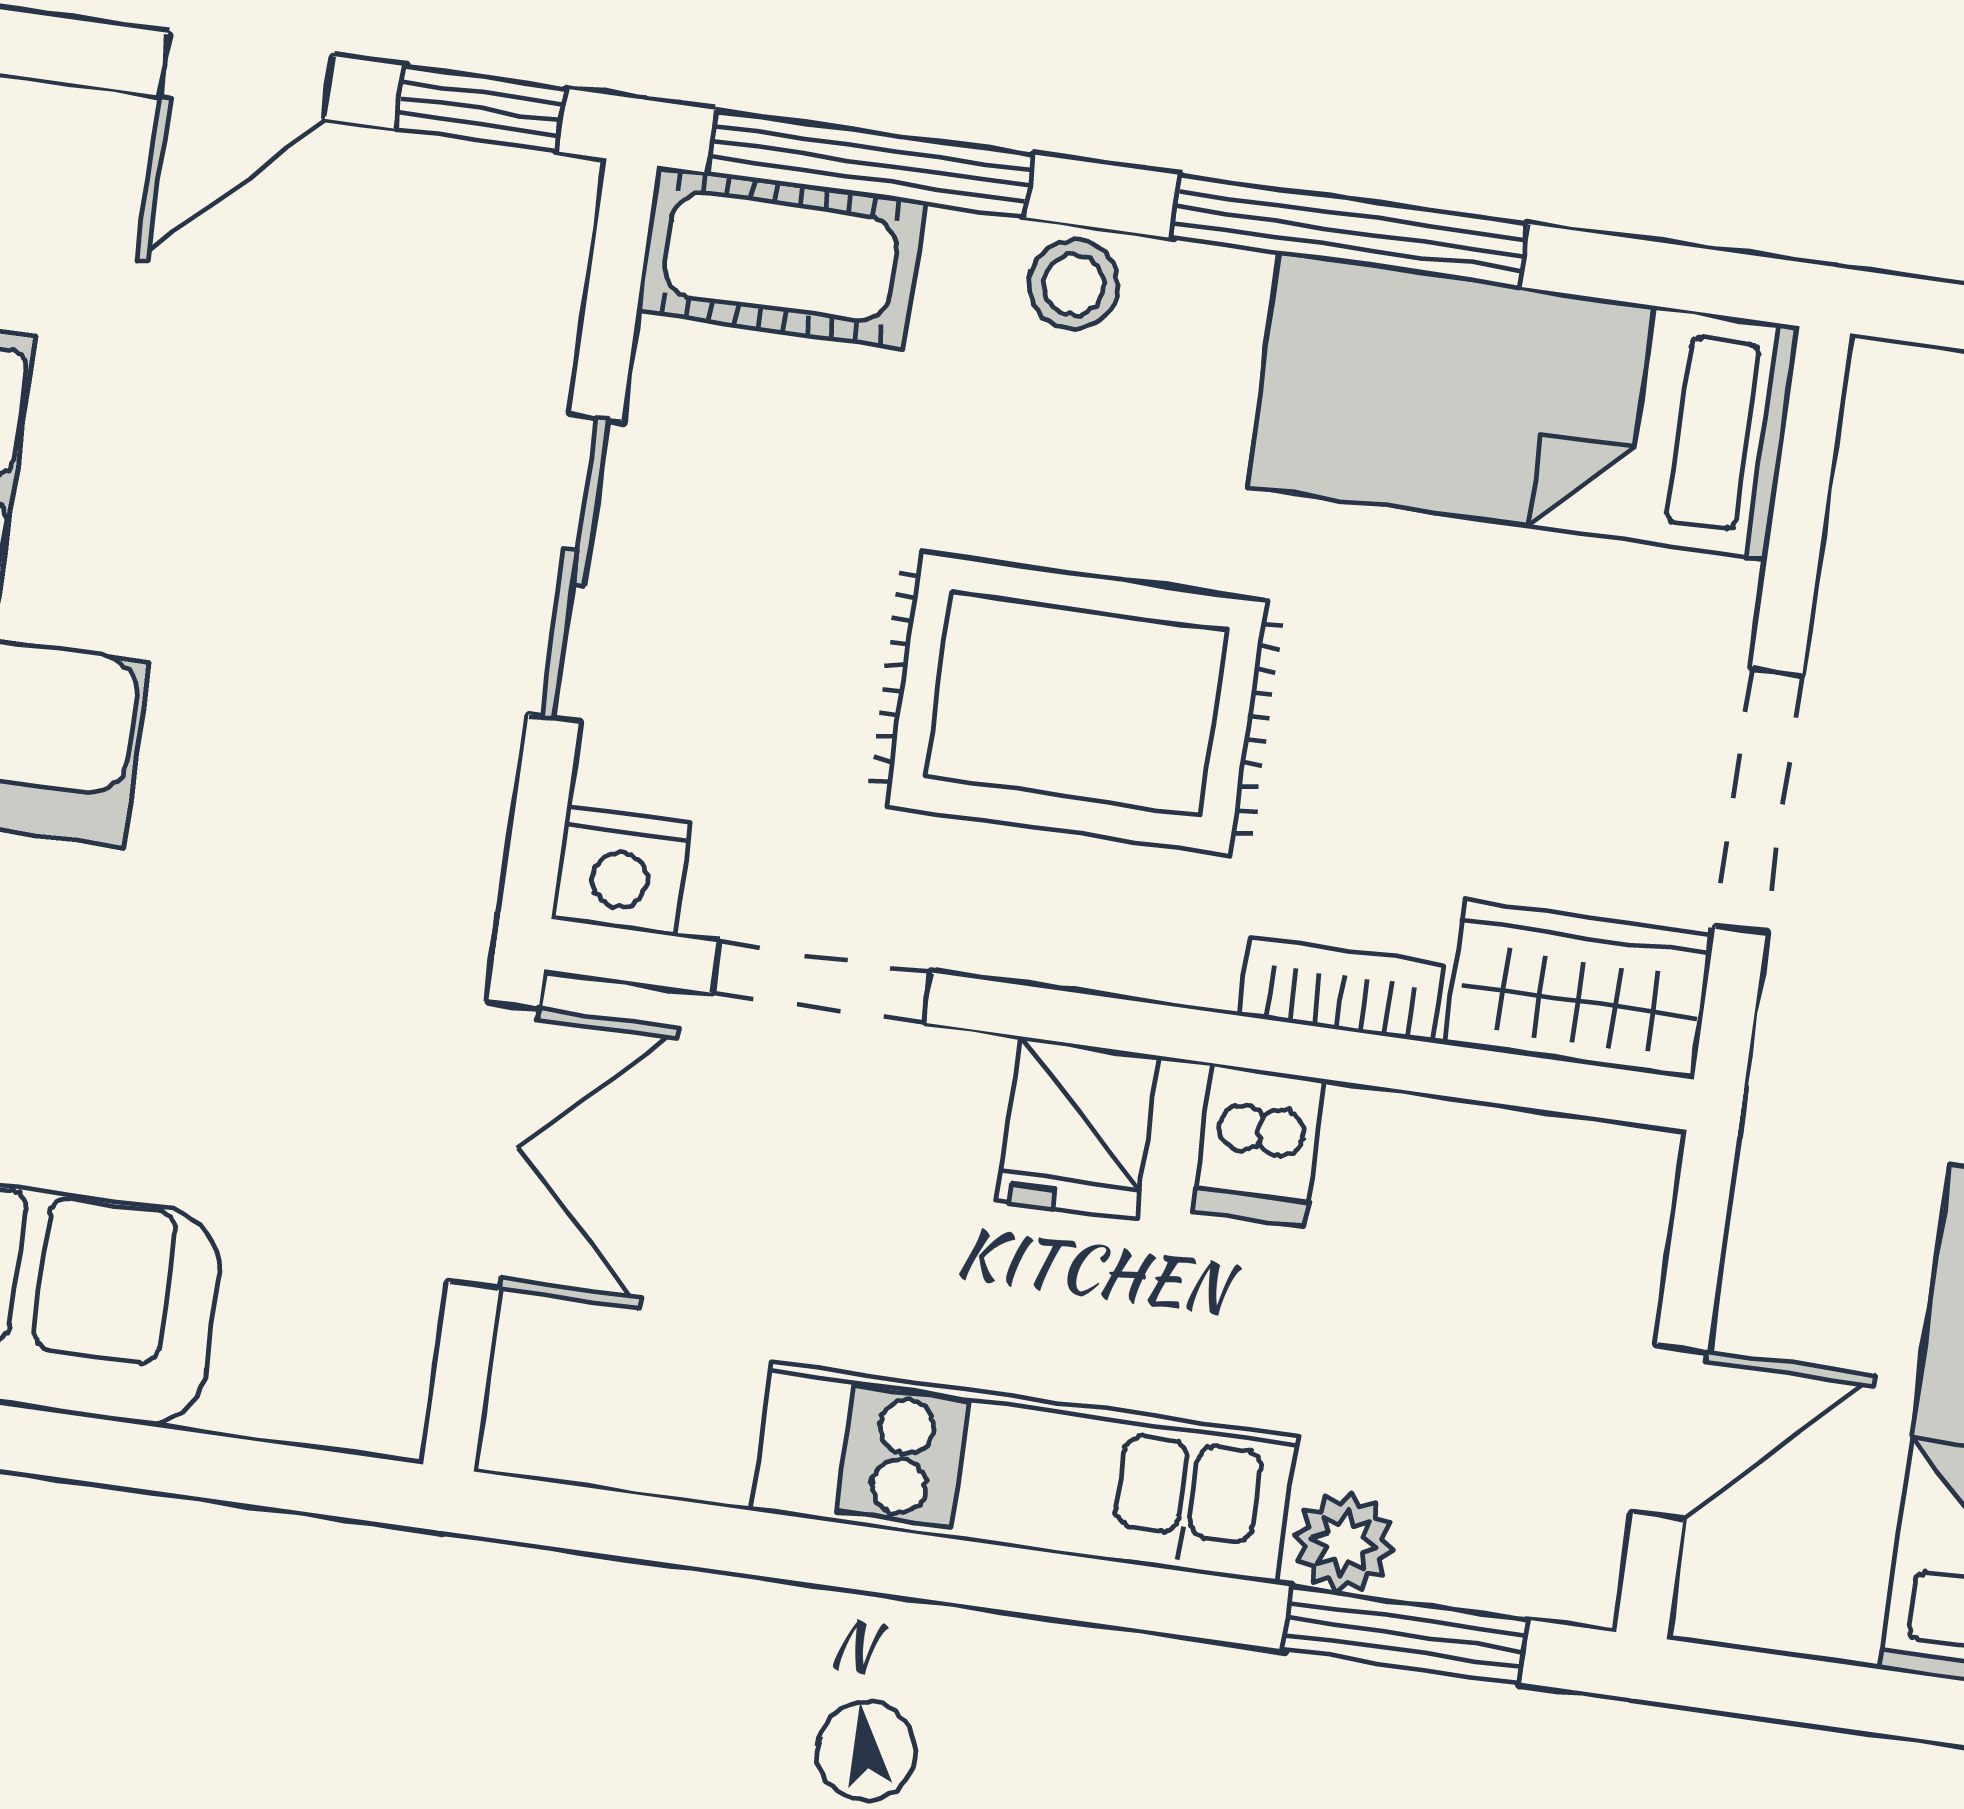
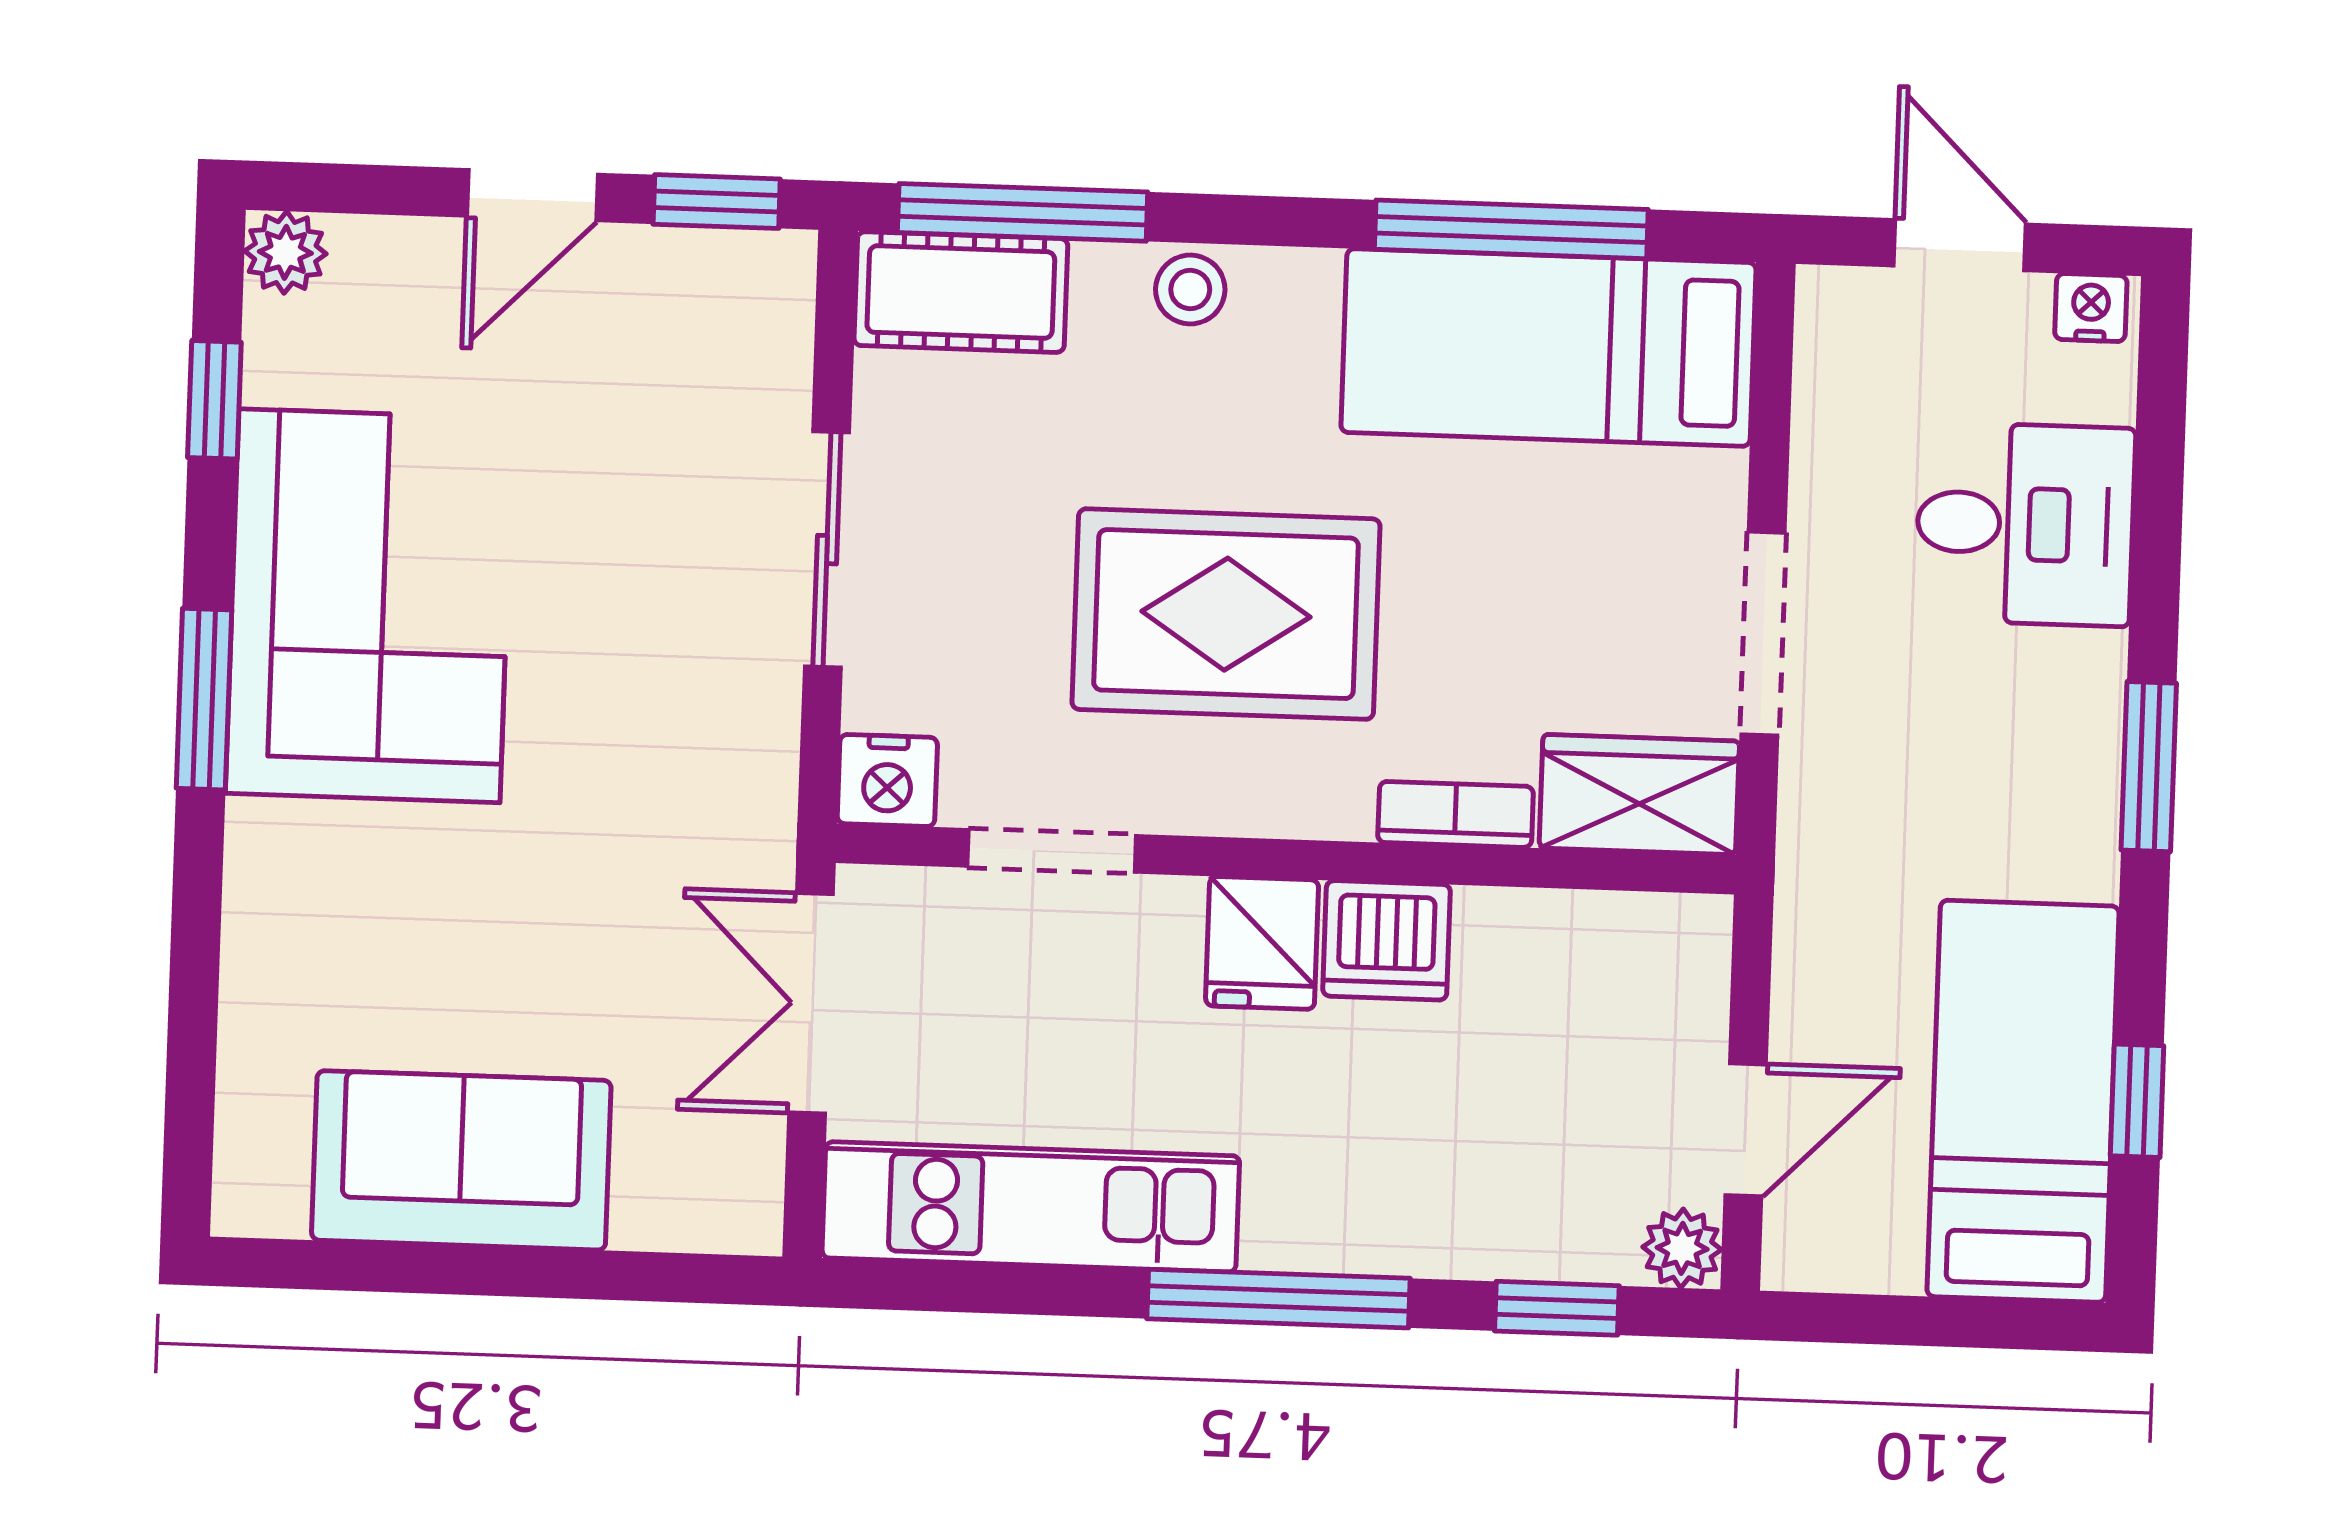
window: (1350, 231) -> (1511, 229), moved
double door: (494, 1145) -> (811, 1003), swing flipped
dishwasher: (1259, 1145) -> (1387, 940), width x1.38
kitchen unit: (1024, 1473) -> (1031, 1207), moved
plant: (1344, 1543) -> (1682, 1248), moved
window: (1051, 1585) -> (1279, 1299), added
window: (1405, 1635) -> (1557, 1308), width x0.67

